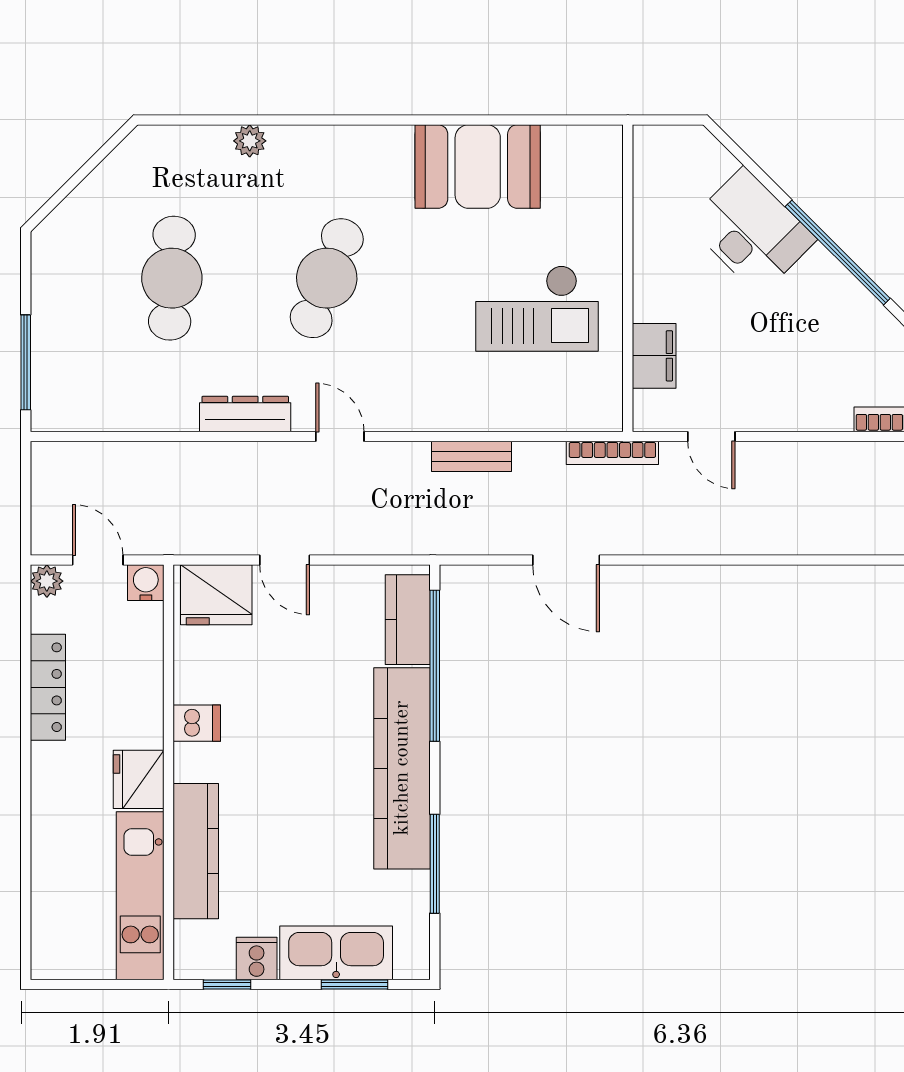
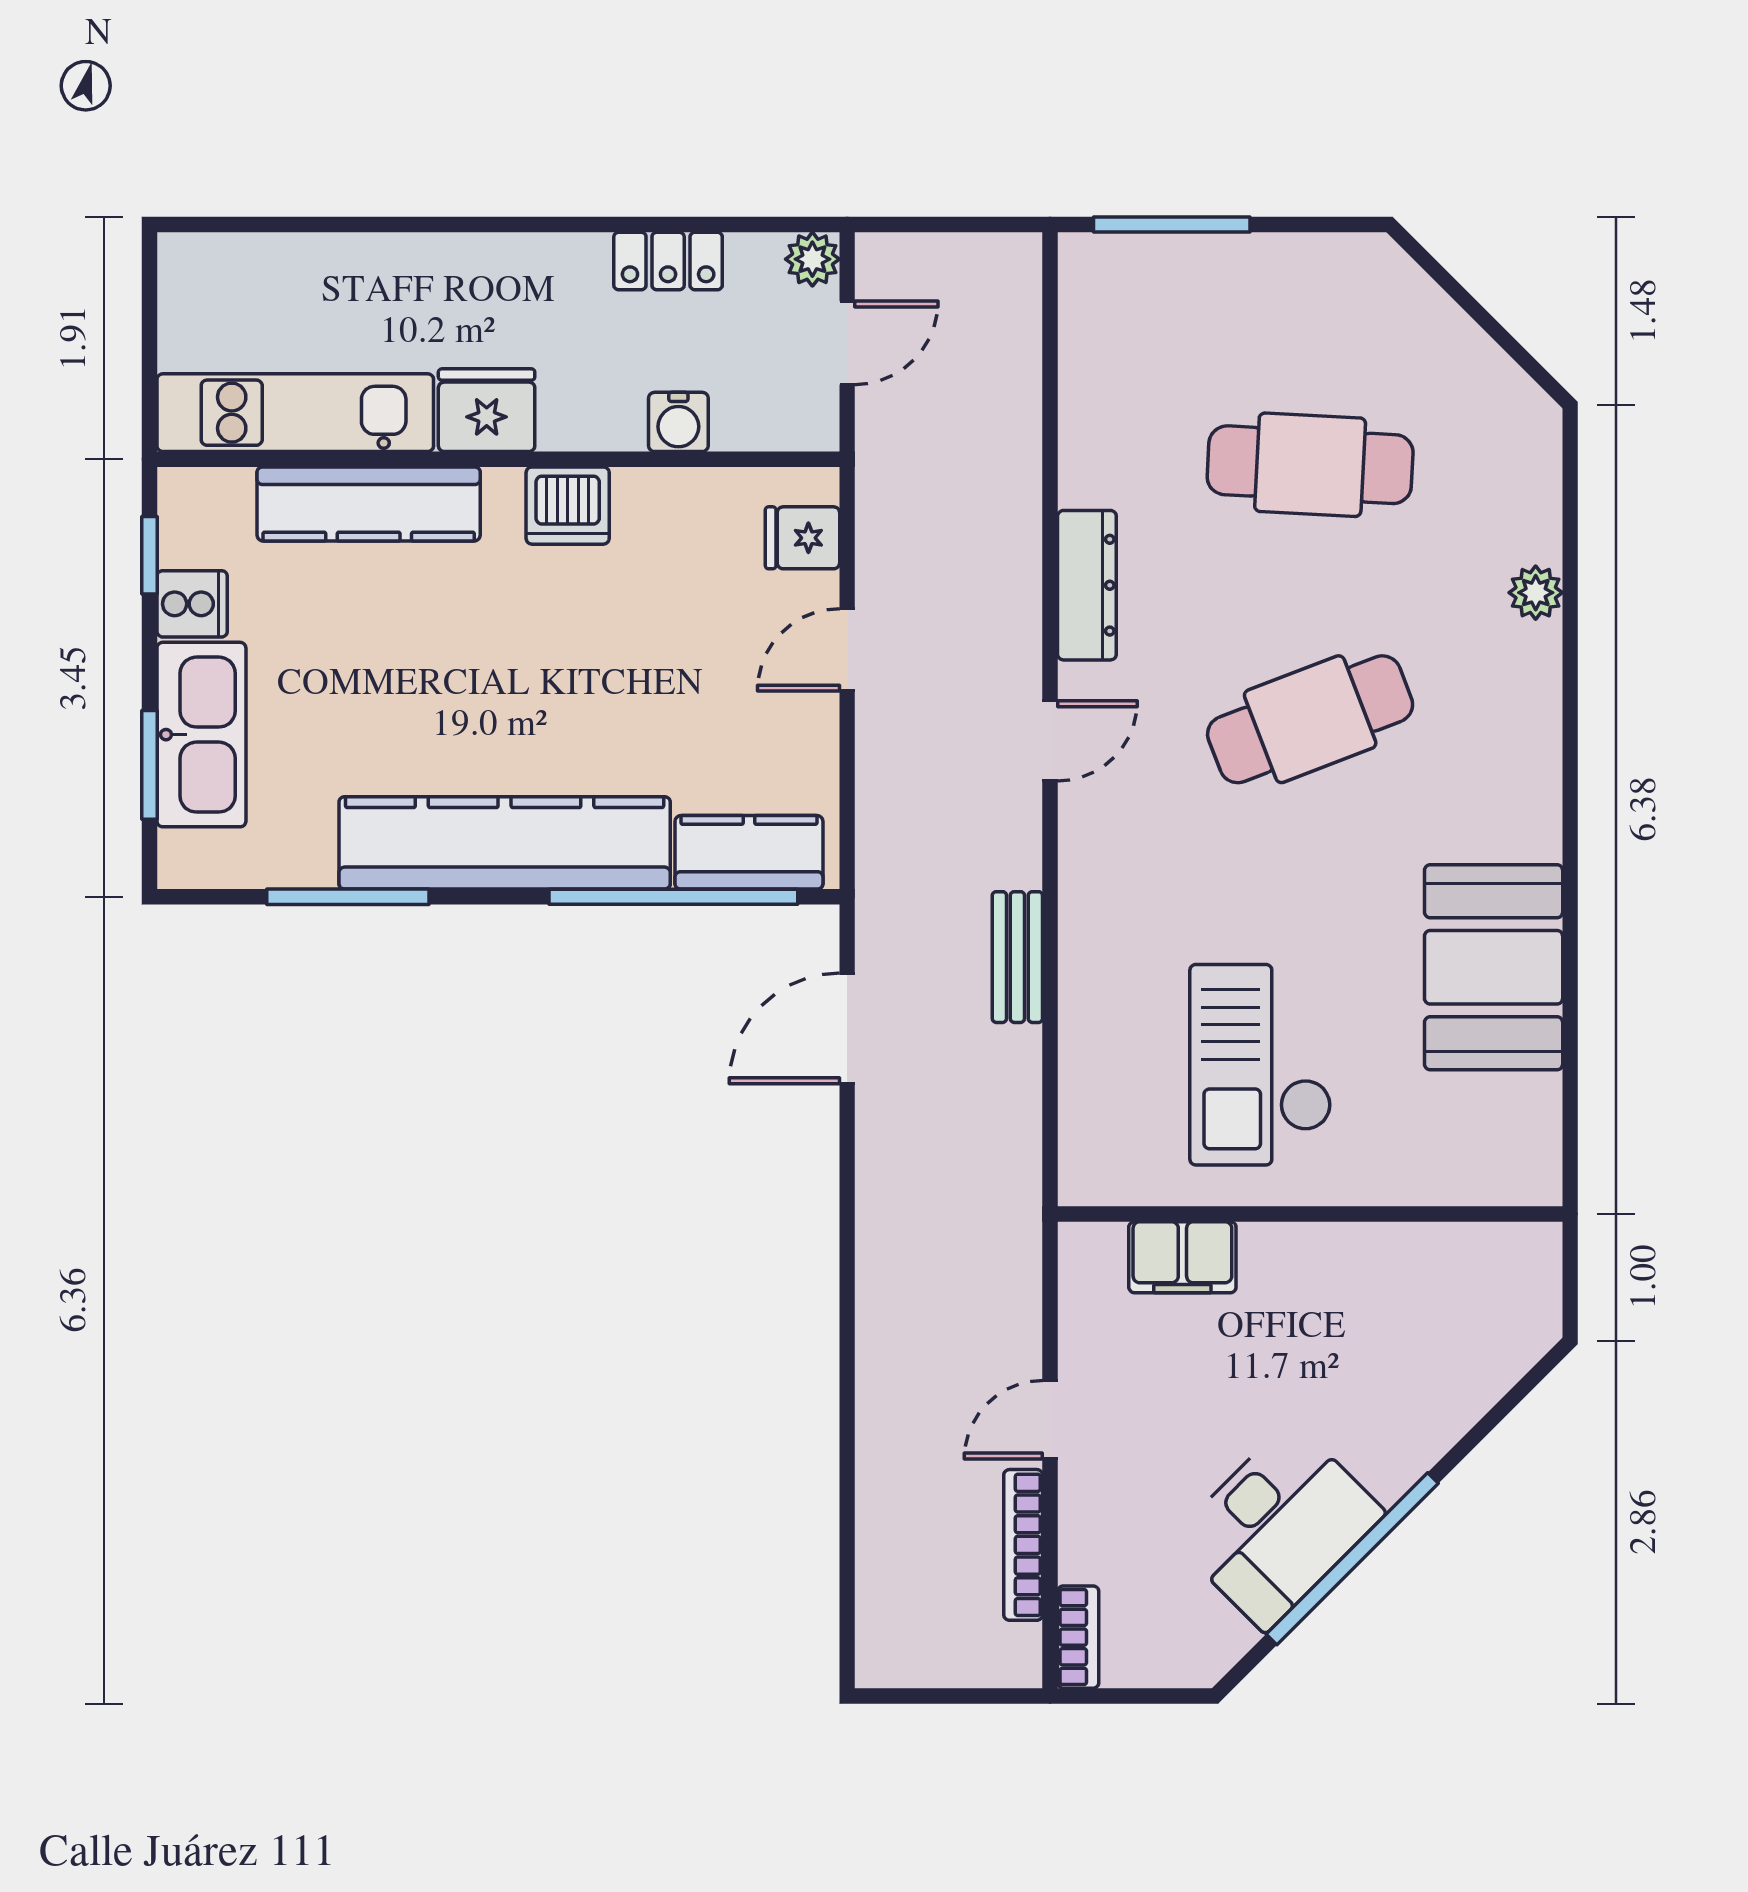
desk: (752, 231) -> (1278, 1526), moved
cafe table: (327, 278) -> (1310, 719), turned -42
door: (711, 436) -> (1050, 1420), moved
bookcase: (612, 453) -> (1023, 1545), moved
door: (566, 560) -> (847, 1028), moved
water cooler: (146, 583) -> (678, 422), moved, turned 90
fridge: (216, 595) -> (802, 538), width x0.53, depth x0.75
locker: (48, 687) -> (668, 261), width x0.66
dishwasher: (197, 723) -> (568, 506), width x1.38

